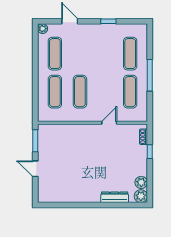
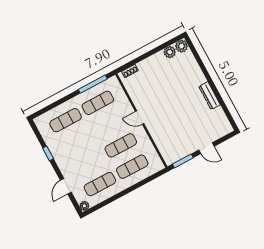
window: (150, 75) -> (93, 84), moved
door: (109, 123) -> (140, 118), moved
window: (150, 152) -> (140, 59), removed
door: (35, 169) -> (207, 148), hinge flipped
dresser: (115, 197) -> (209, 96), moved

